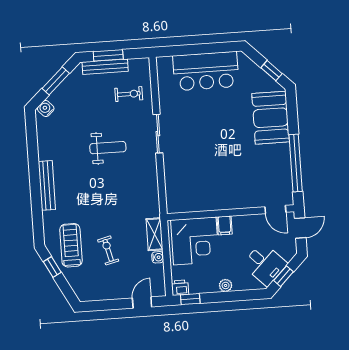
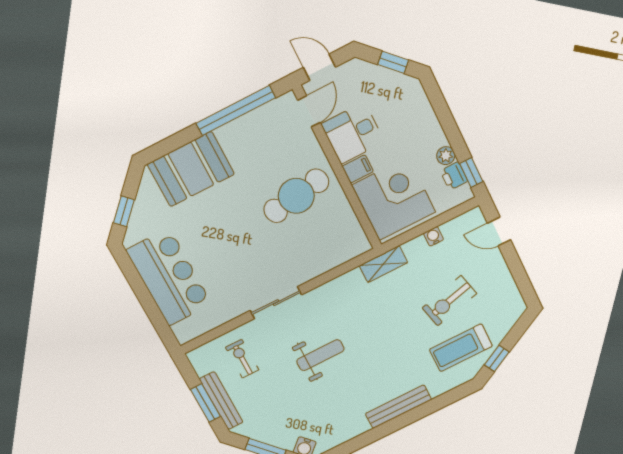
window: (272, 71) -> (124, 211), moved
weight bench: (108, 148) -> (320, 355), turned 90
cafe table: (224, 178) -> (296, 196), added
shelving: (154, 234) -> (383, 264), moved
exercise bike: (108, 250) -> (449, 301), width x1.38, depth x1.39
desk: (265, 264) -> (353, 133), moved, turned -135
plant: (226, 285) -> (446, 156), moved
printer: (180, 288) -> (454, 176), moved

